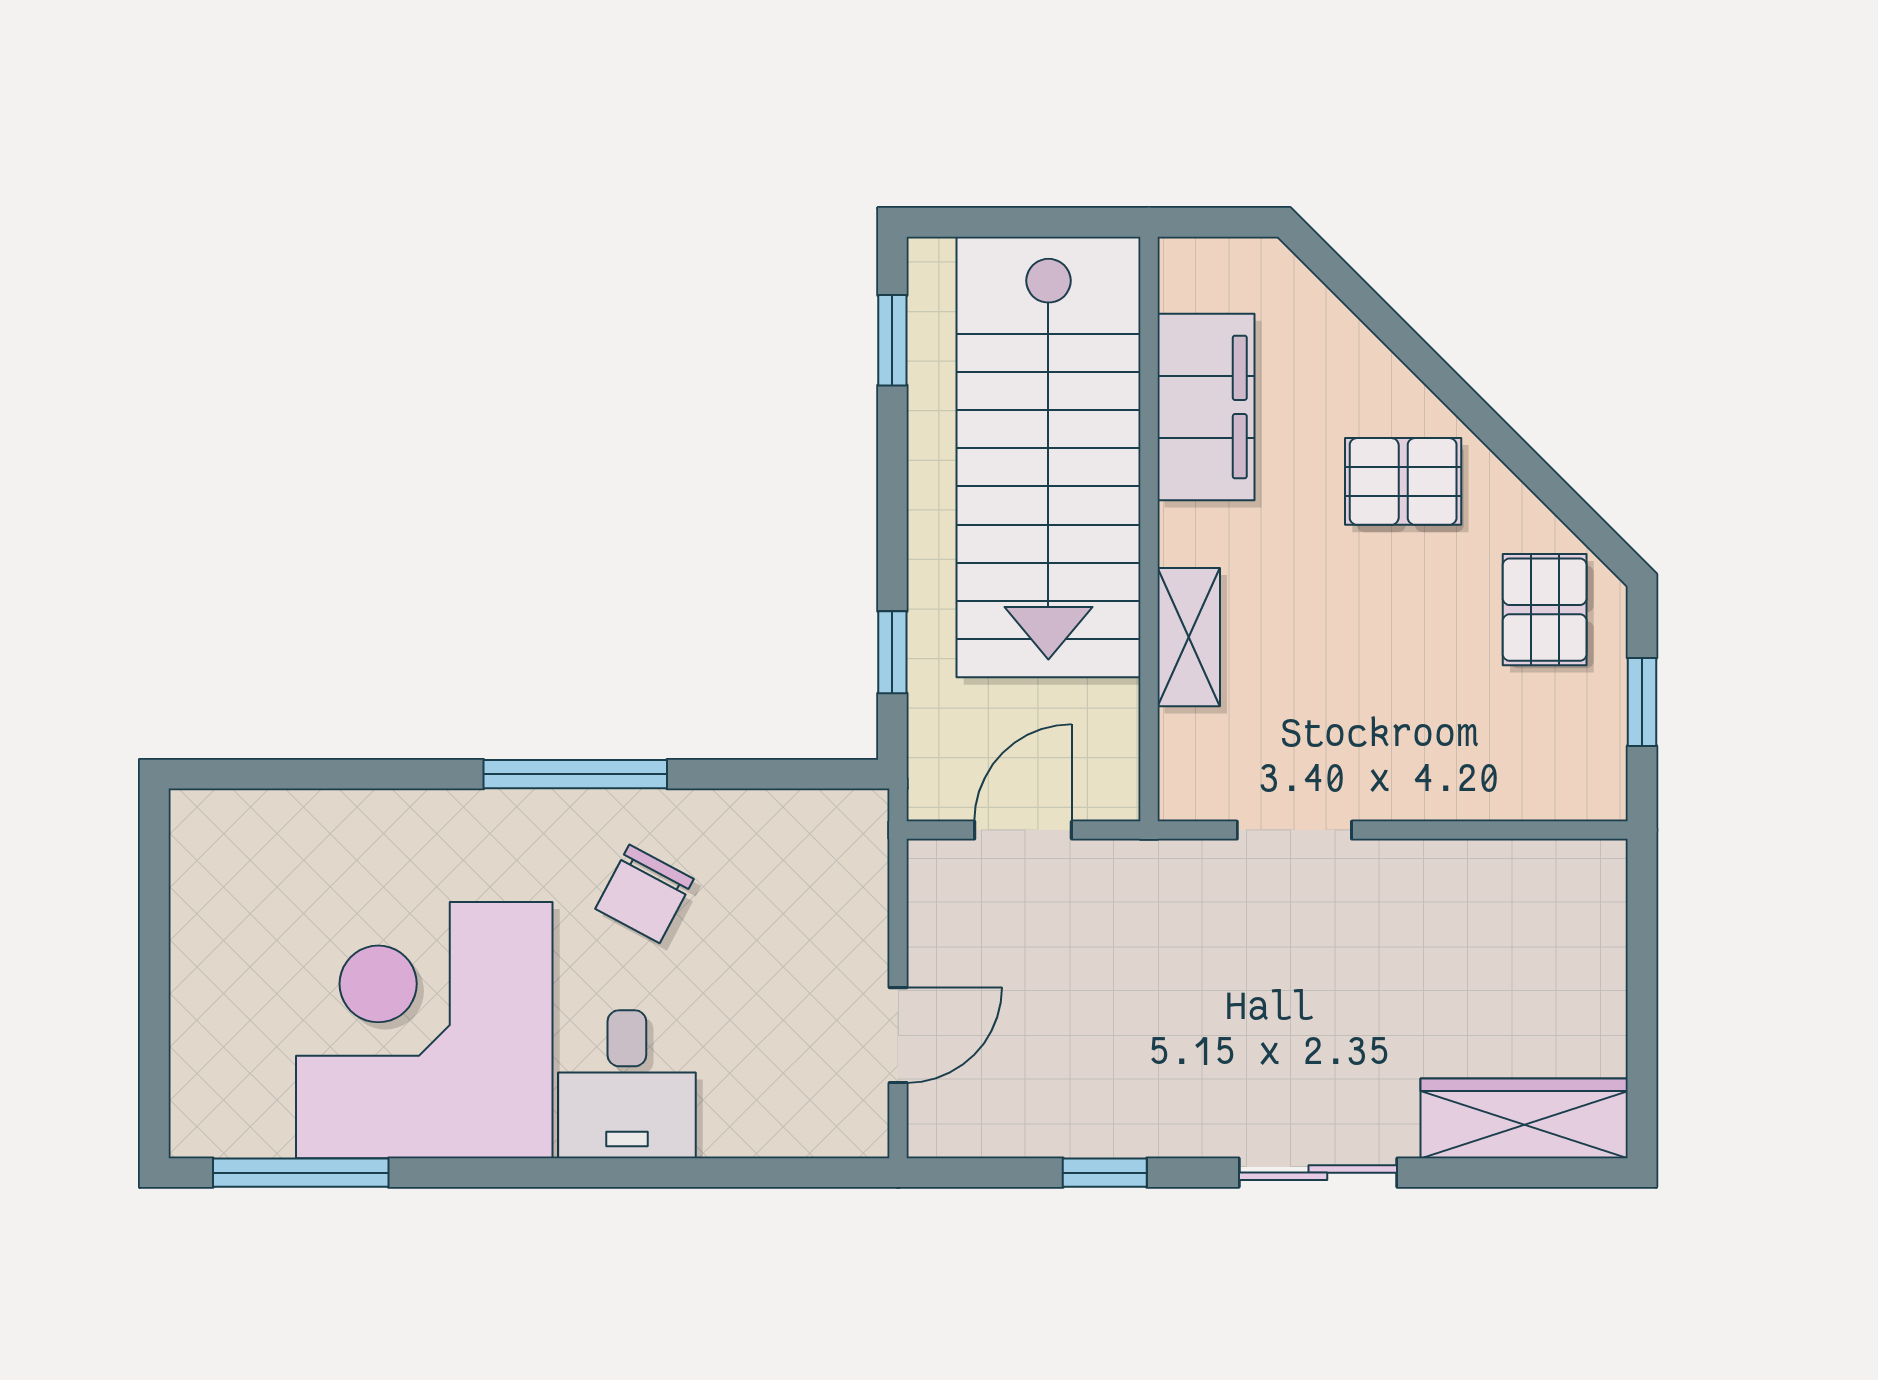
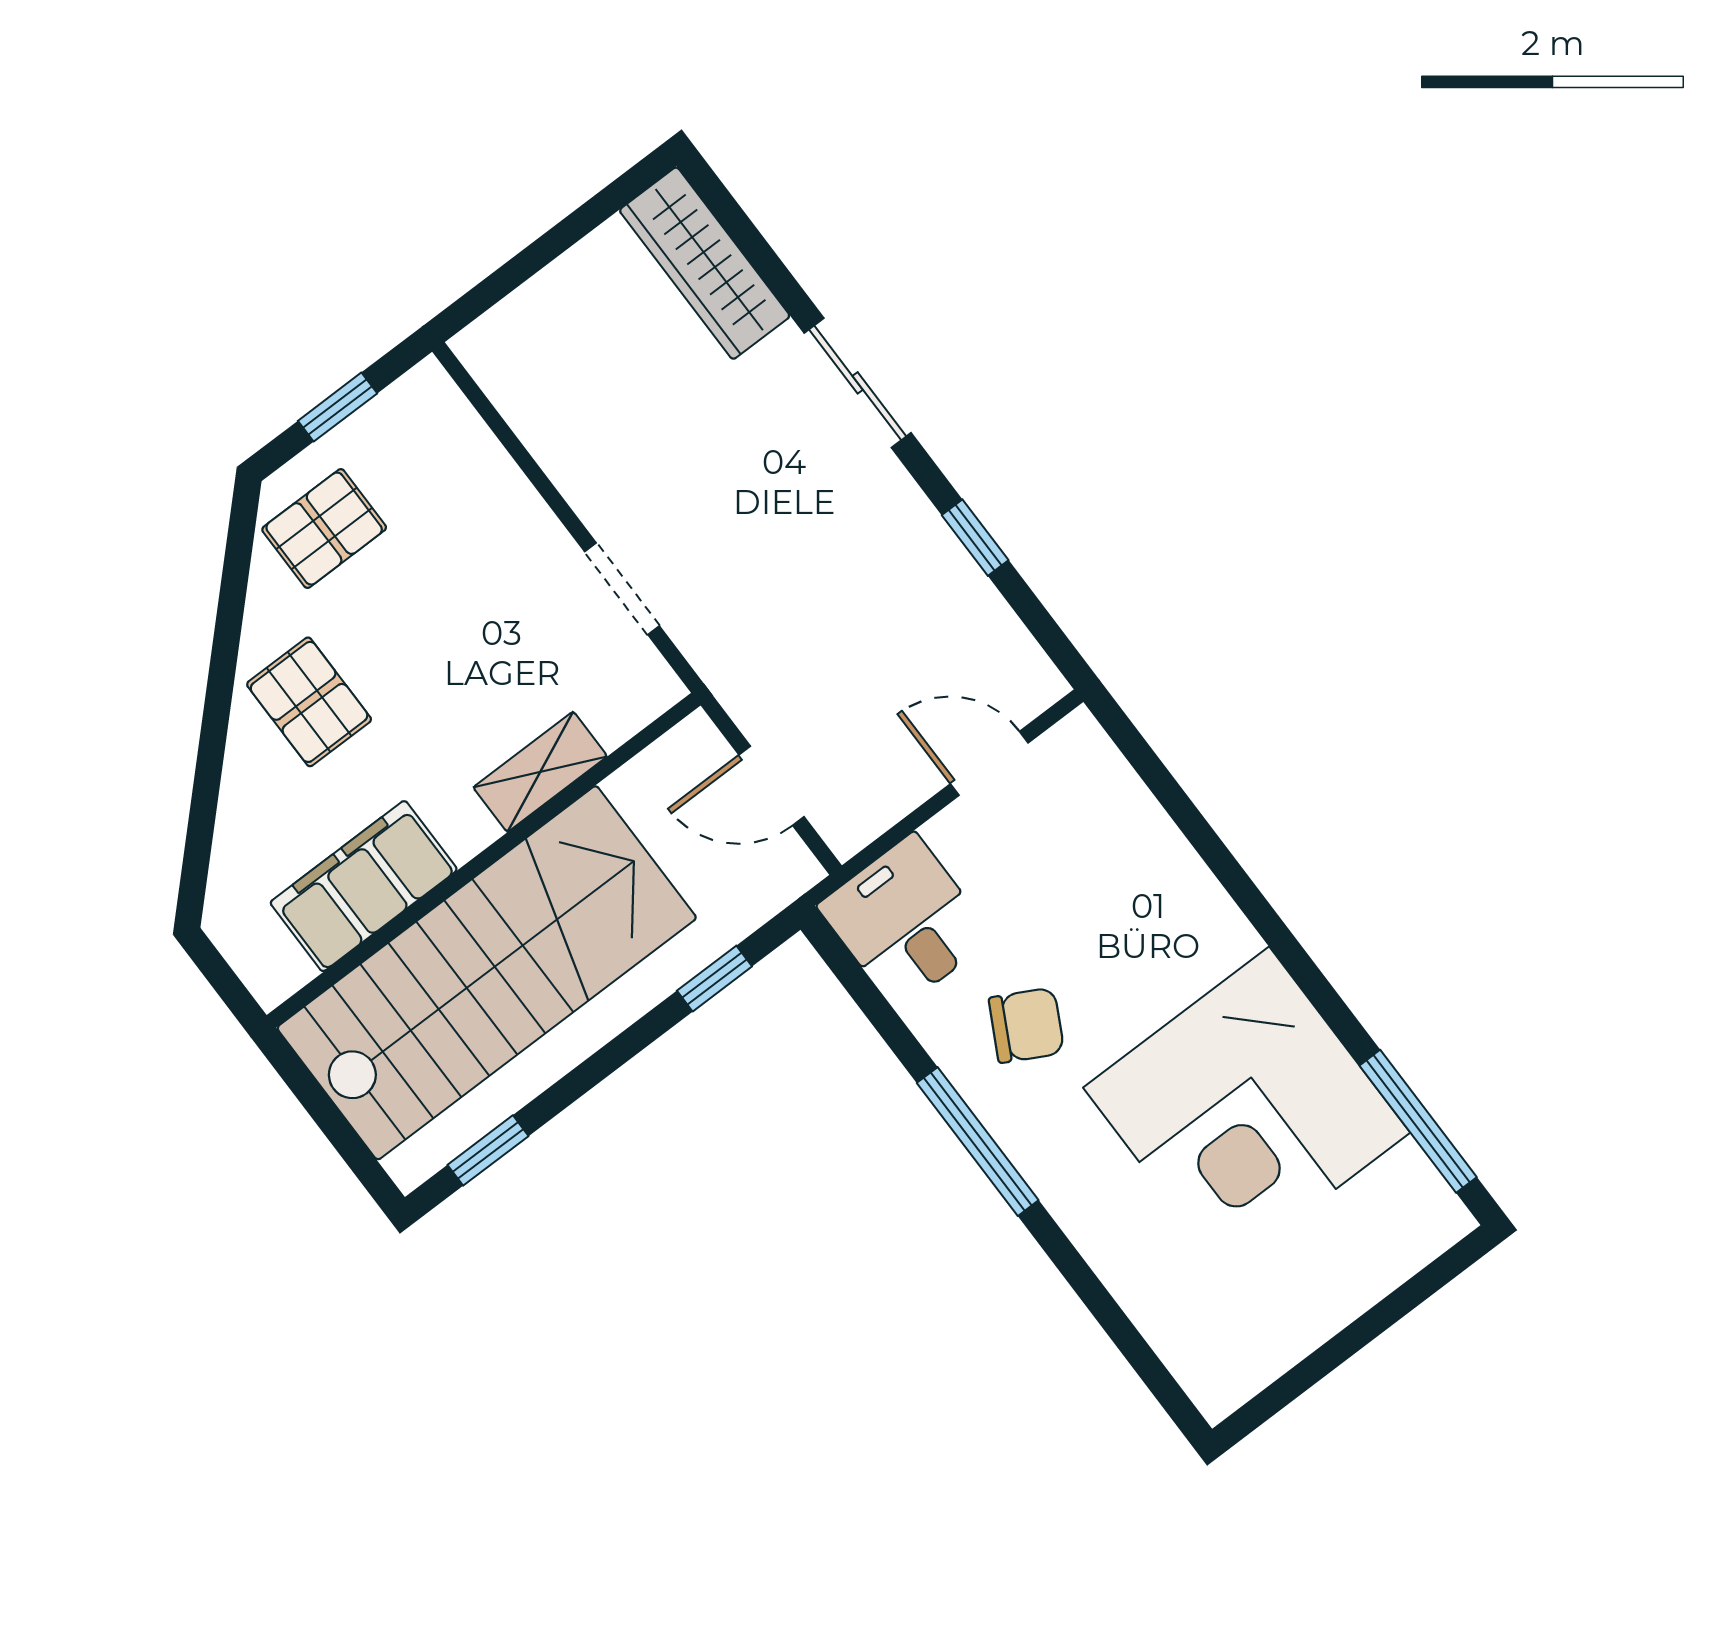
desk: (627, 1084) -> (906, 922), moved, turned -90

